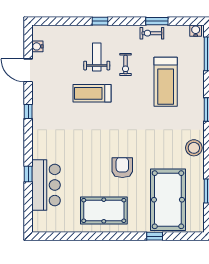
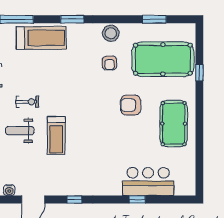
treadmill: (166, 82) -> (41, 38), moved
armchair: (164, 147) -> (109, 63), added

